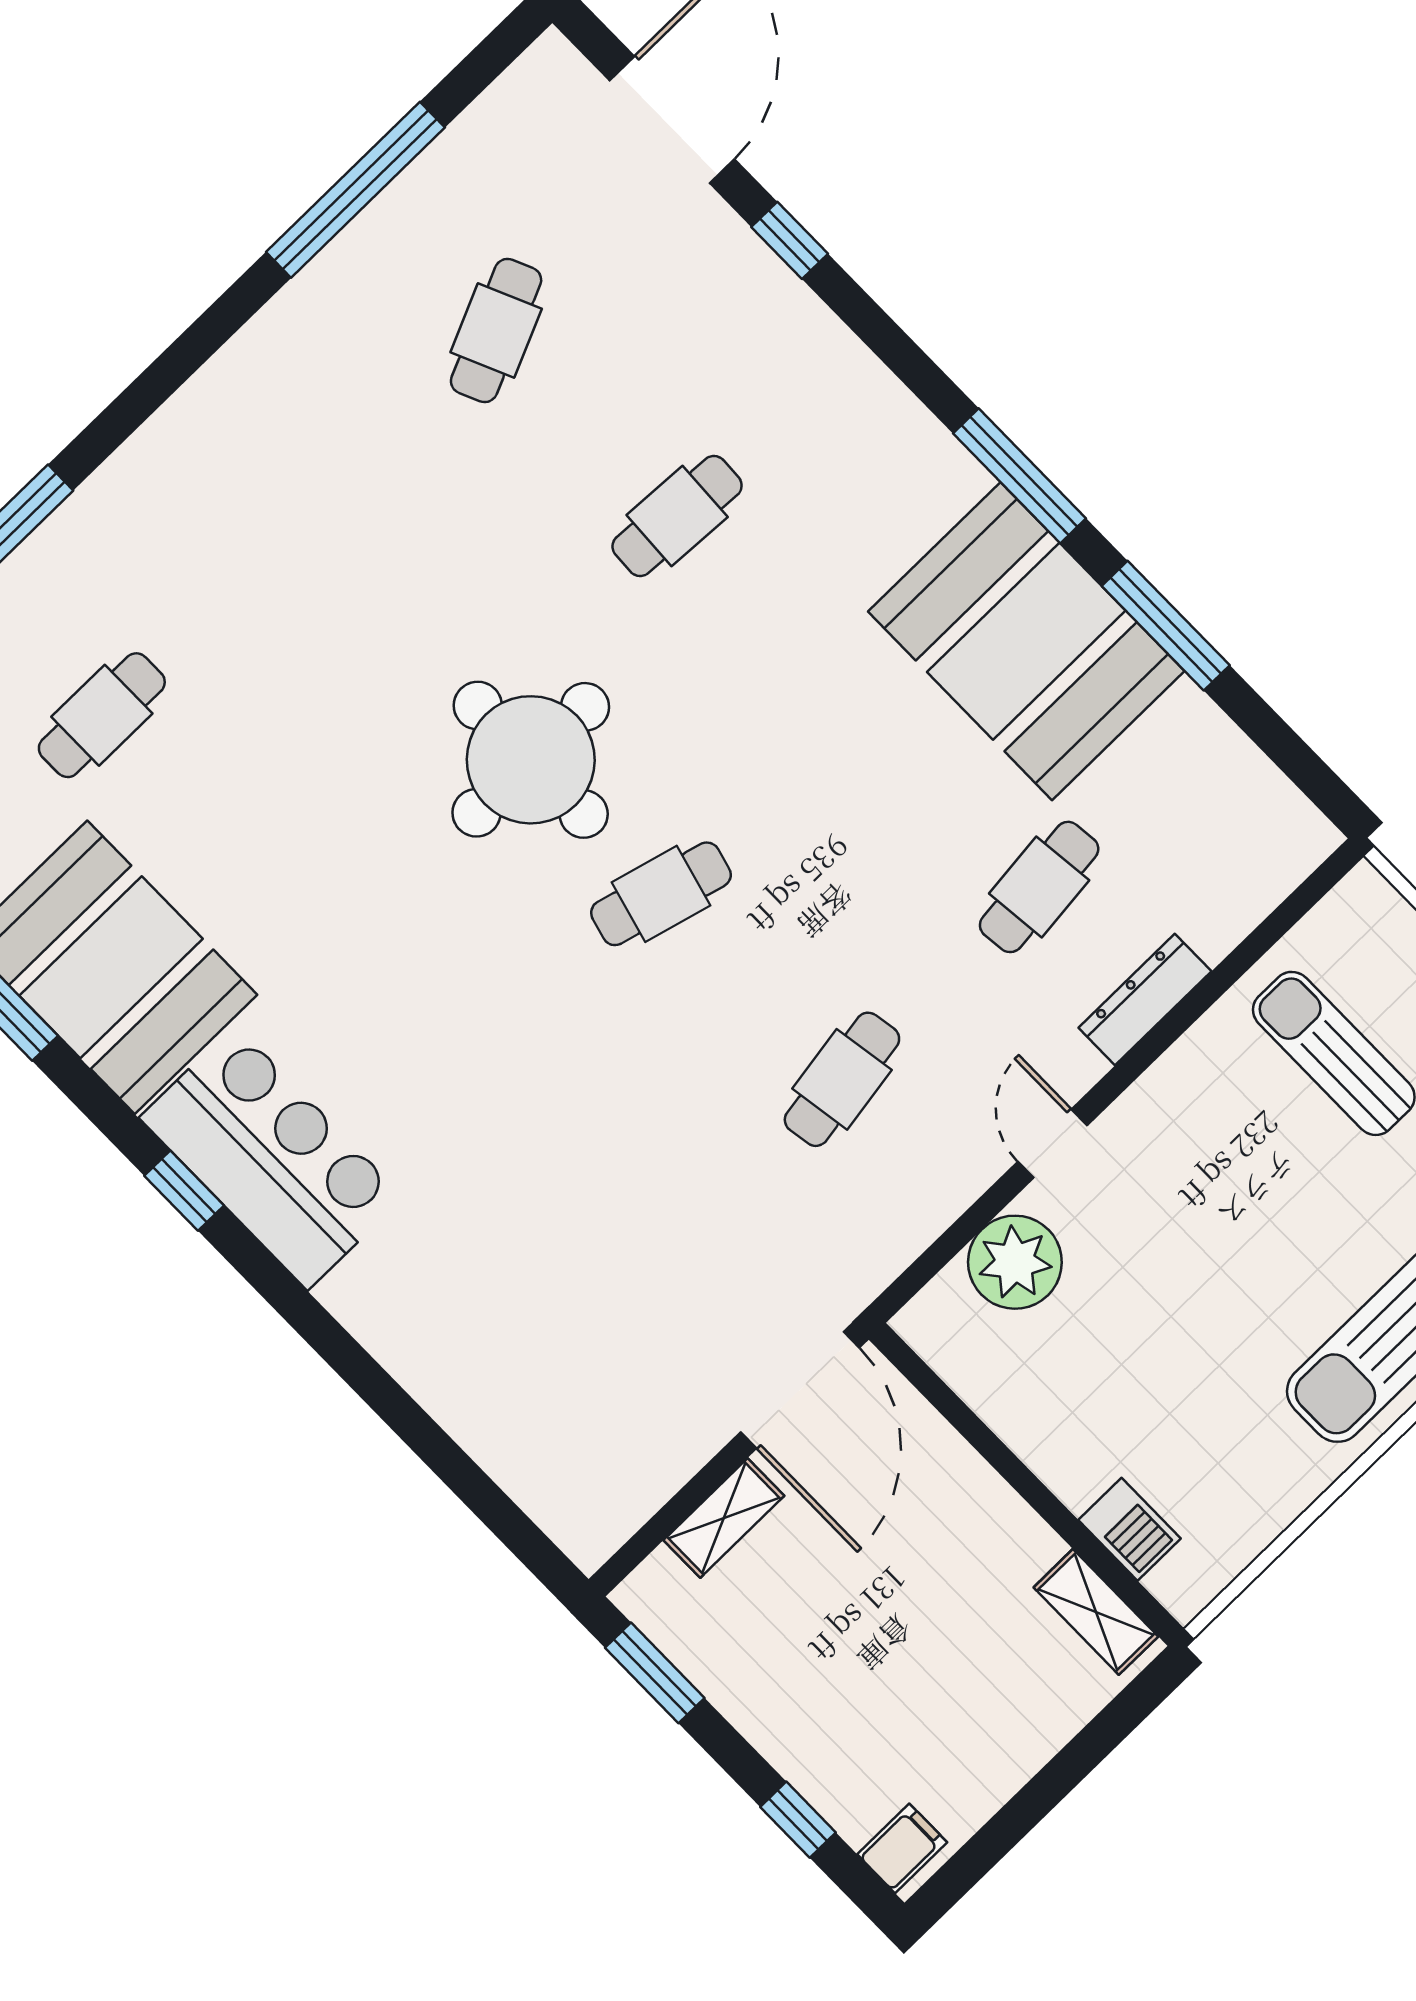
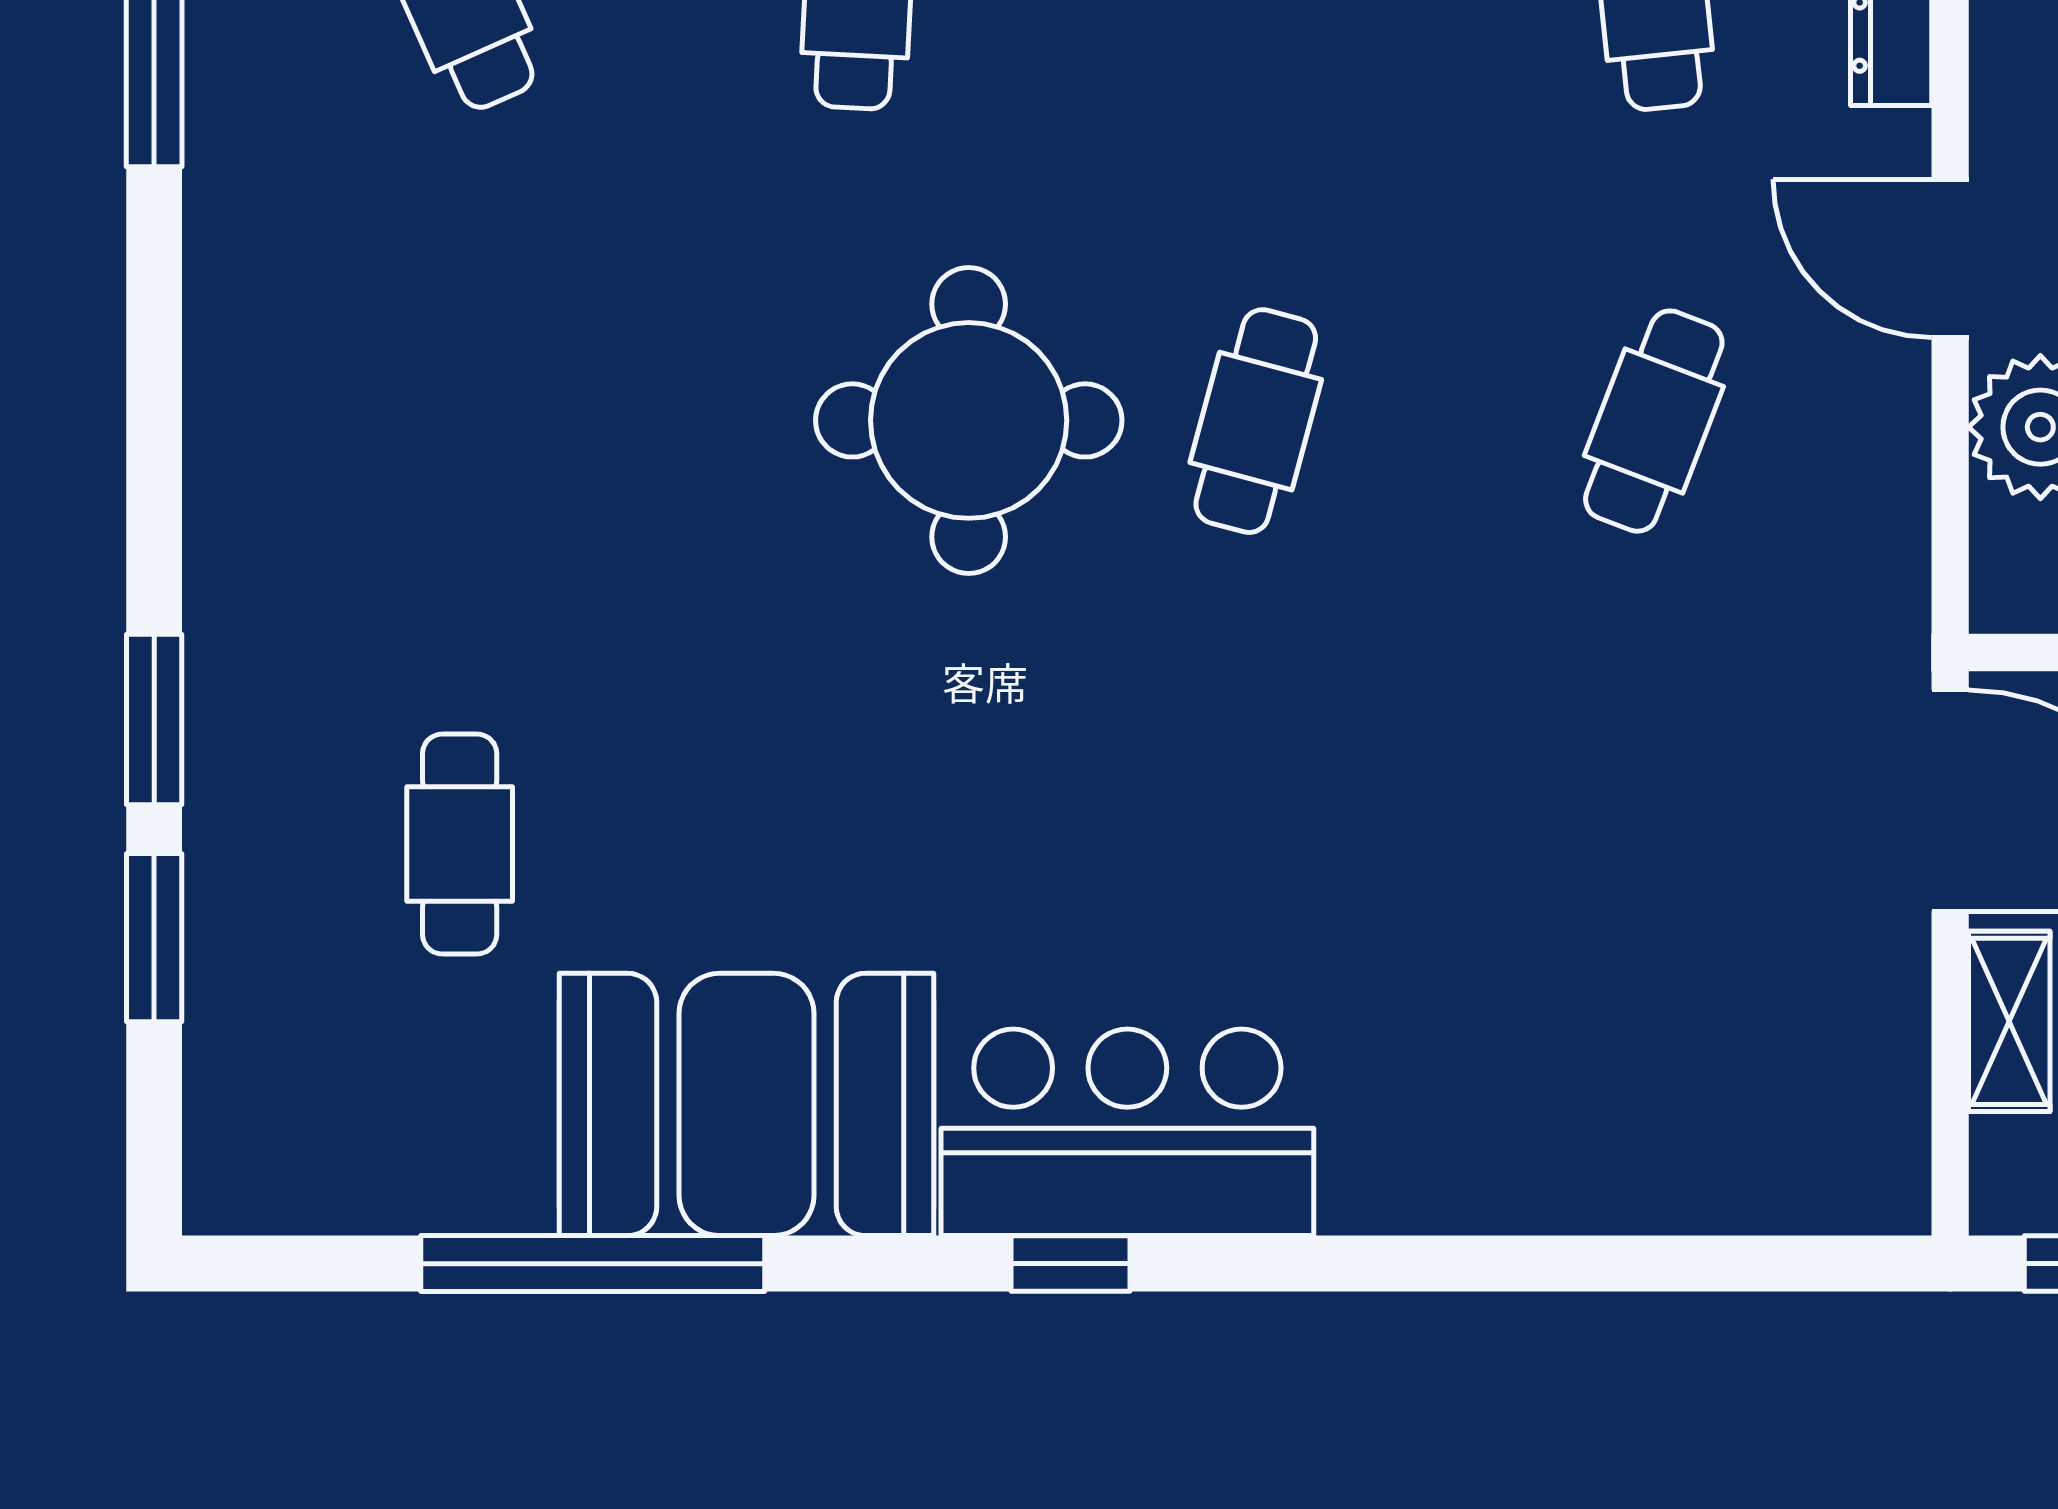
cafe table: (842, 1079) -> (1654, 421), turned 30
door: (1053, 1143) -> (1950, 258), width x1.38

